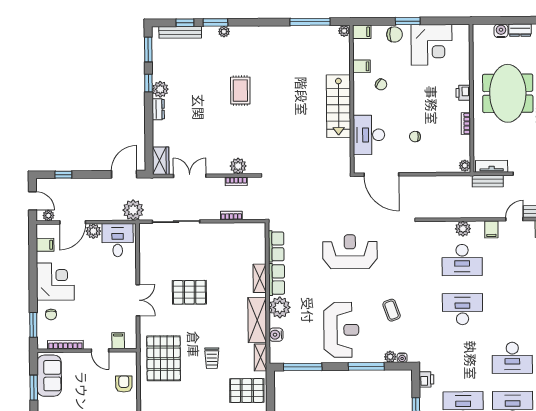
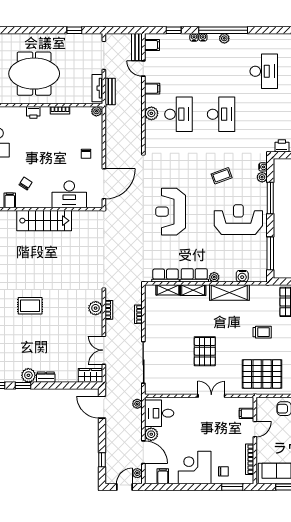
chair: (415, 137) -> (86, 154), moved
plant: (133, 210) -> (137, 404), width x0.53, depth x0.53
plant: (280, 307) -> (214, 277), width x0.53, depth x0.53
desk: (462, 309) -> (221, 114), turned 180
shelving: (260, 357) -> (168, 290), moved

